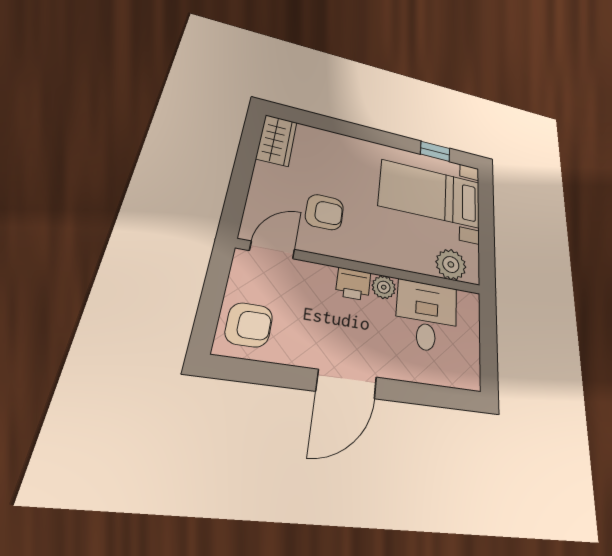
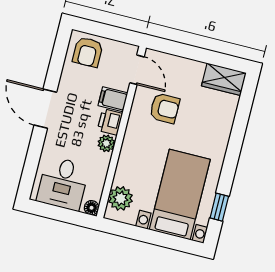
armchair: (324, 212) -> (165, 108), turned -90
filing cabinet: (320, 282) -> (113, 99), added
floor lamp: (471, 301) -> (92, 208), added
desk: (427, 316) -> (63, 183), moved, turned 90

